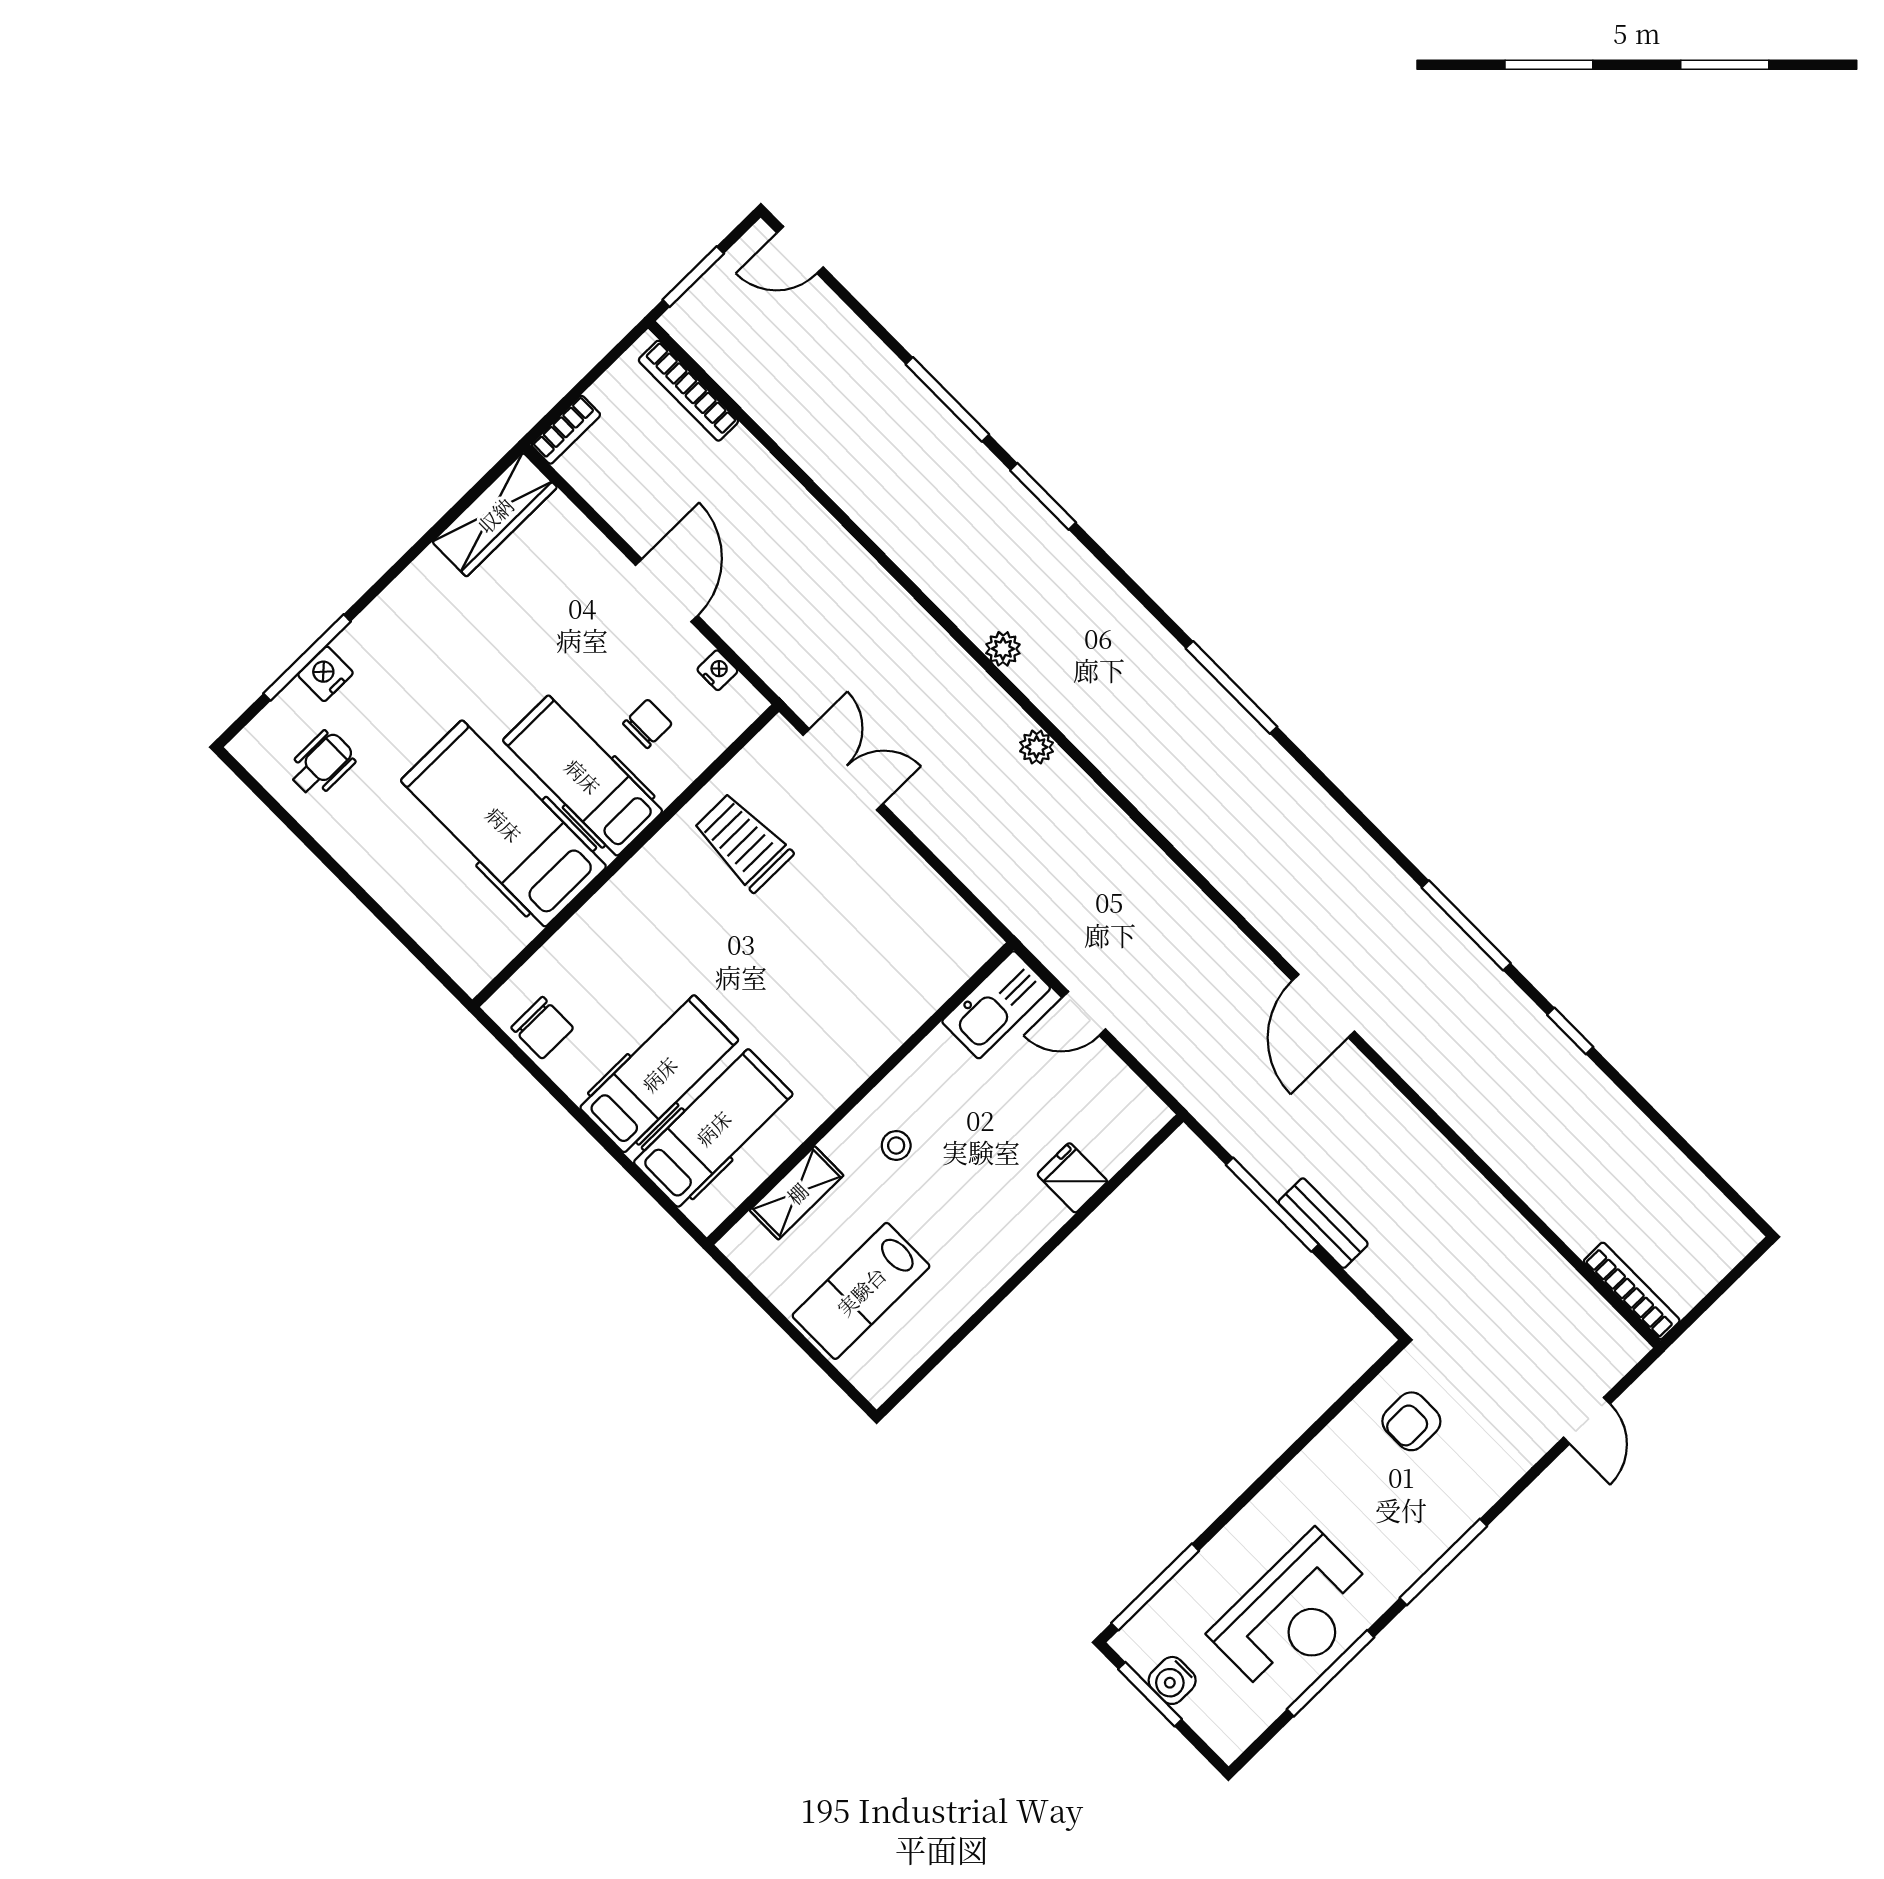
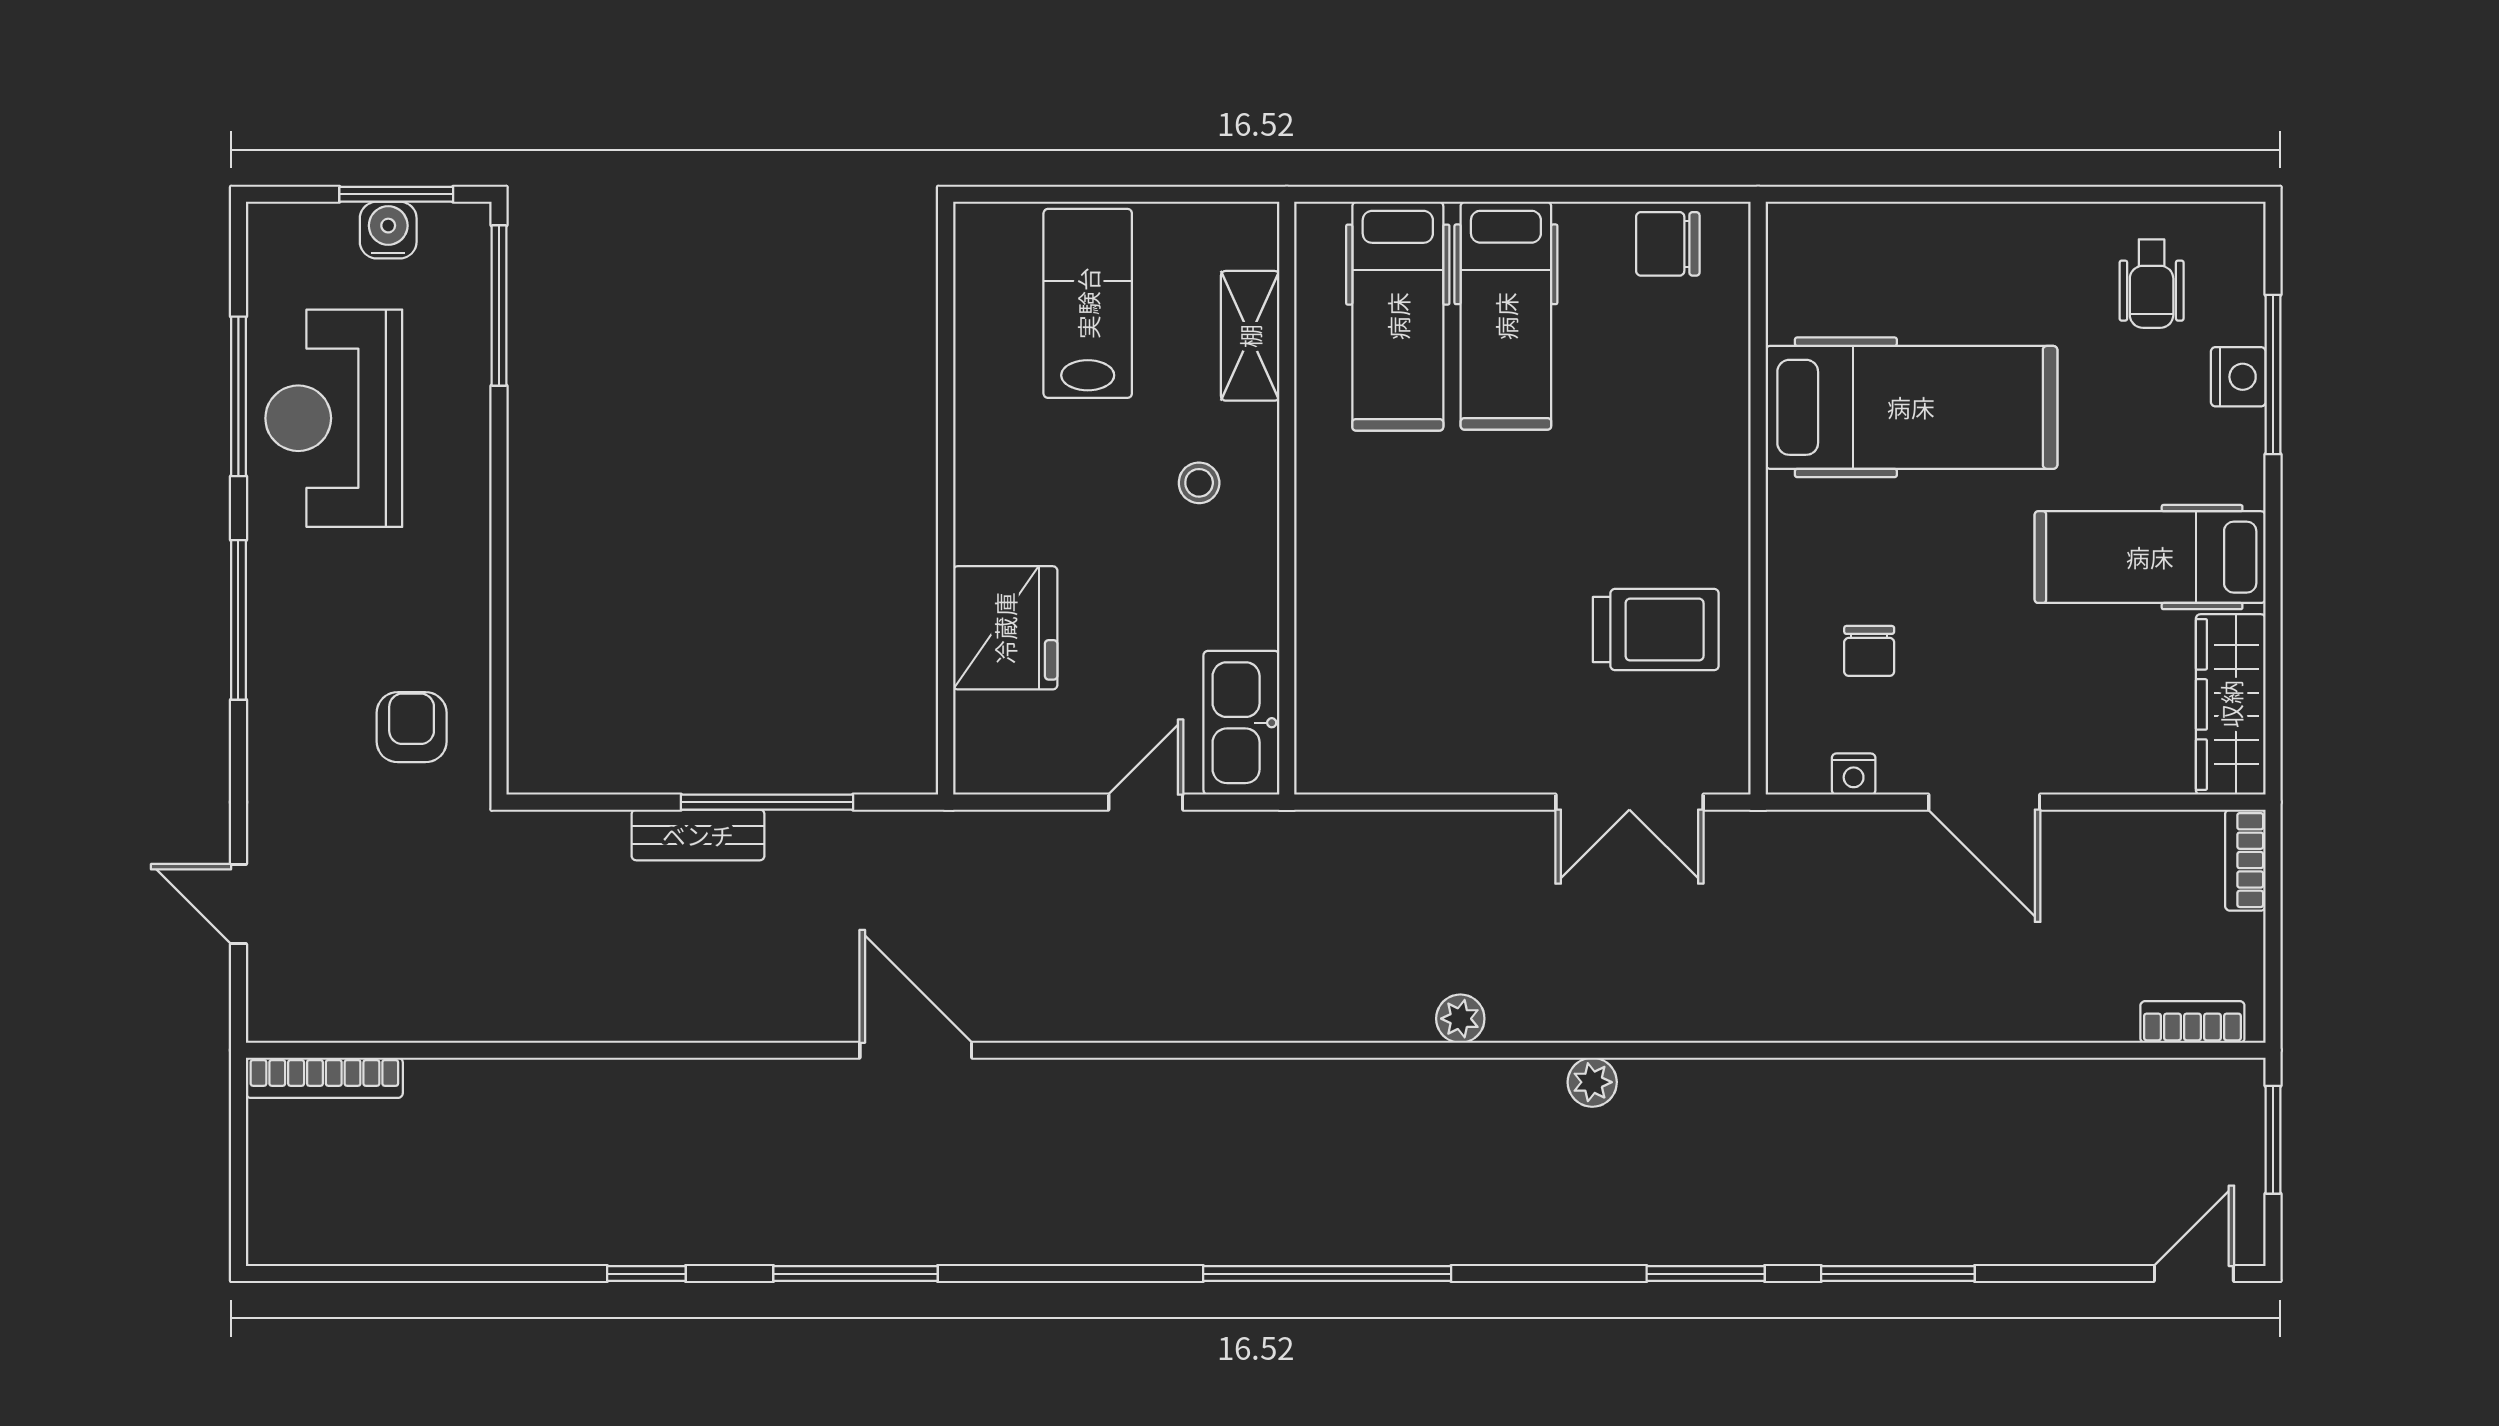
bookcase: (688, 391) -> (2192, 1022), width x0.64
window: (1231, 687) -> (1327, 1274), width x1.46
hospital bed: (583, 776) -> (2150, 557), moved, turned 180
fridge: (1072, 1178) -> (1005, 628), width x1.88, depth x1.34

